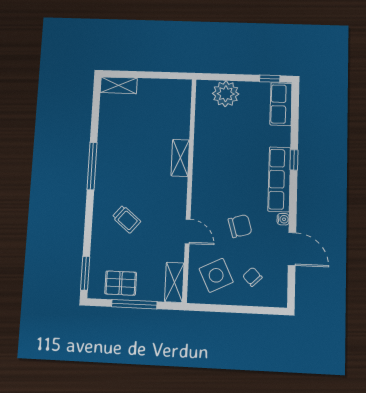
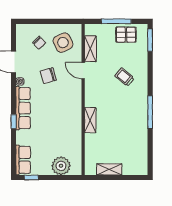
shelving: (119, 85) -> (109, 169), moved
shelving: (174, 282) -> (90, 49), moved

